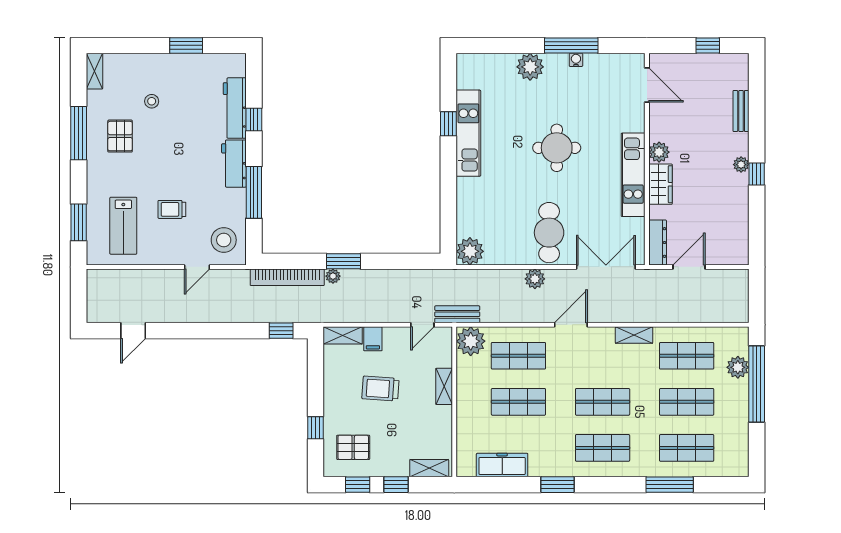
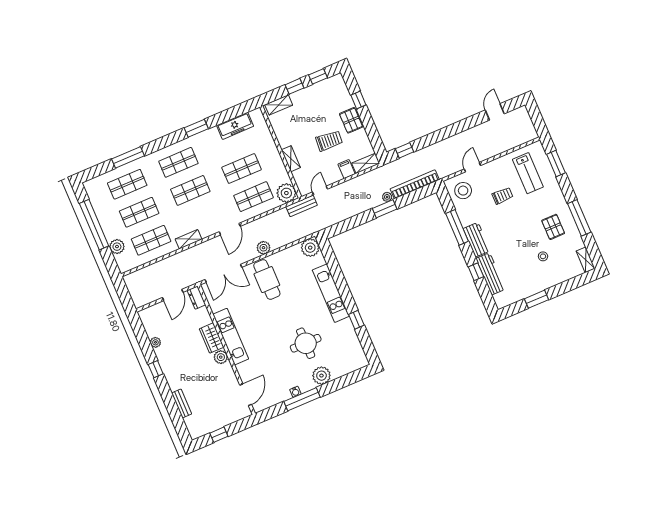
door: (647, 85) -> (246, 395), swing flipped
kitchen unit: (468, 133) -> (331, 293), moved
round table: (557, 148) -> (306, 343), moved
plant: (741, 165) -> (155, 342), moved
lab bench: (123, 226) -> (528, 173), turned 180
dresser: (658, 243) -> (196, 298), width x0.70
window: (757, 384) -> (94, 225), moved
pallet: (353, 447) -> (351, 120), moved, turned 90

